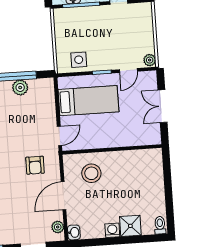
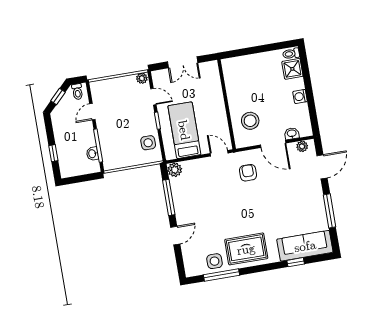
plant: (20, 87) -> (175, 170), moved
armchair: (35, 165) -> (248, 173), turned -90
shower: (130, 226) -> (292, 69), moved
washbasin: (74, 232) -> (292, 134), moved

